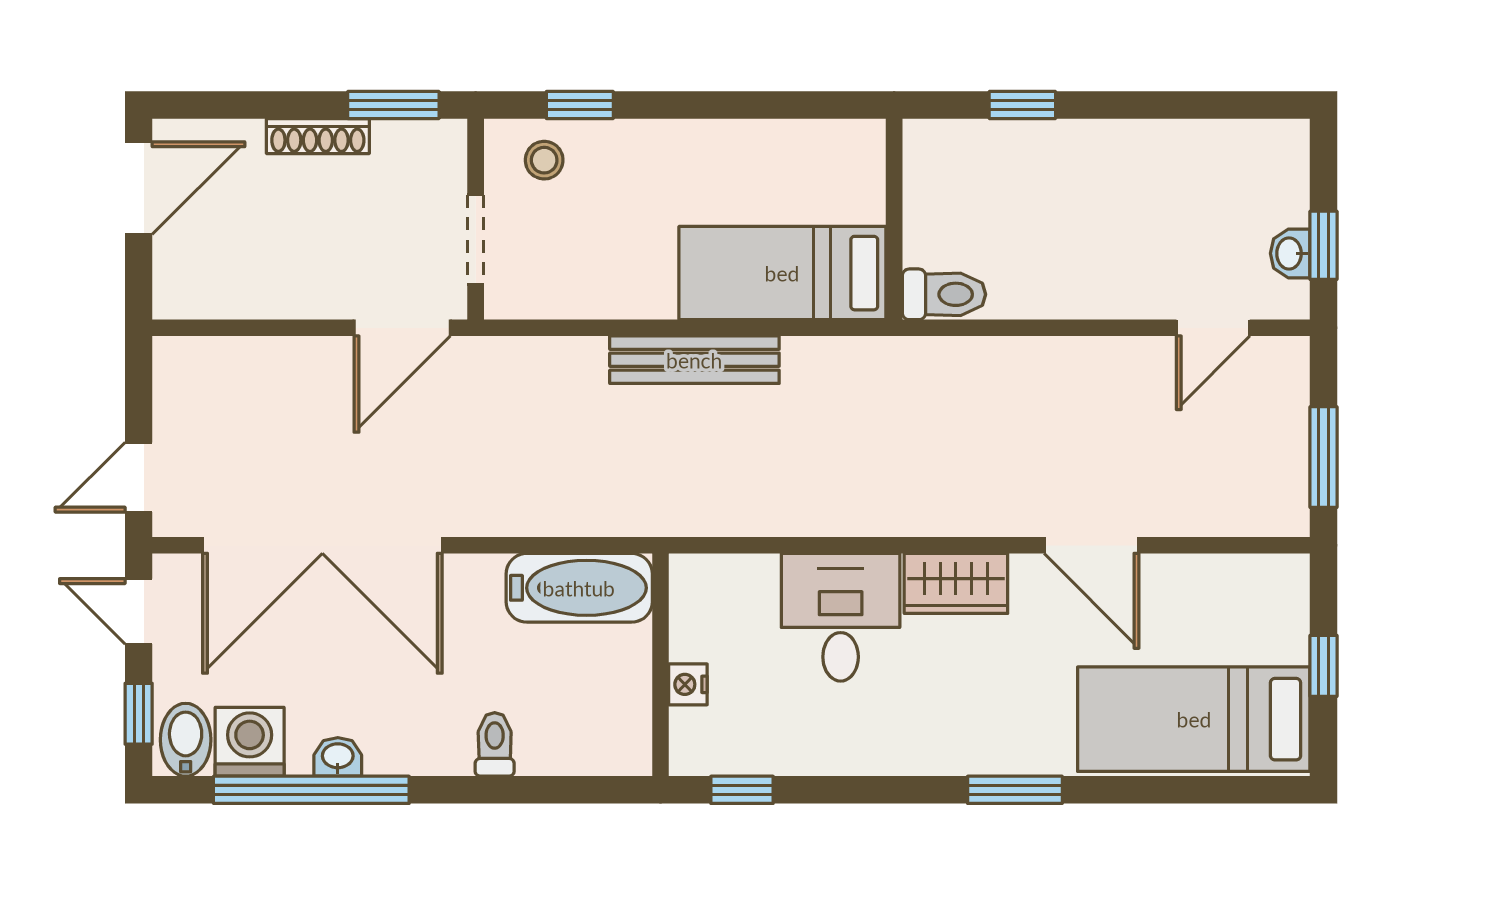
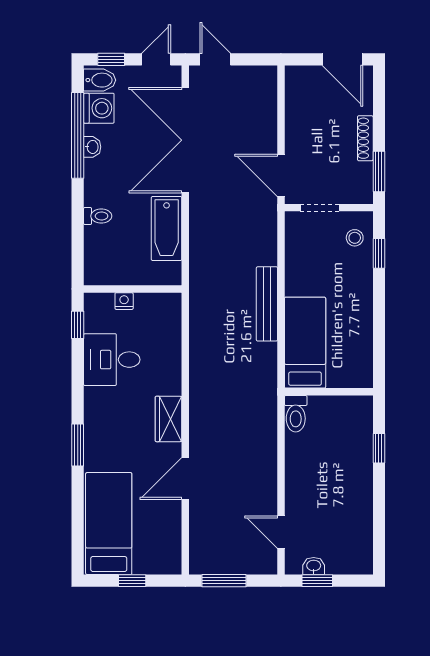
bathtub: (579, 588) -> (167, 229), moved
desk: (841, 617) -> (112, 360), moved, turned 180

